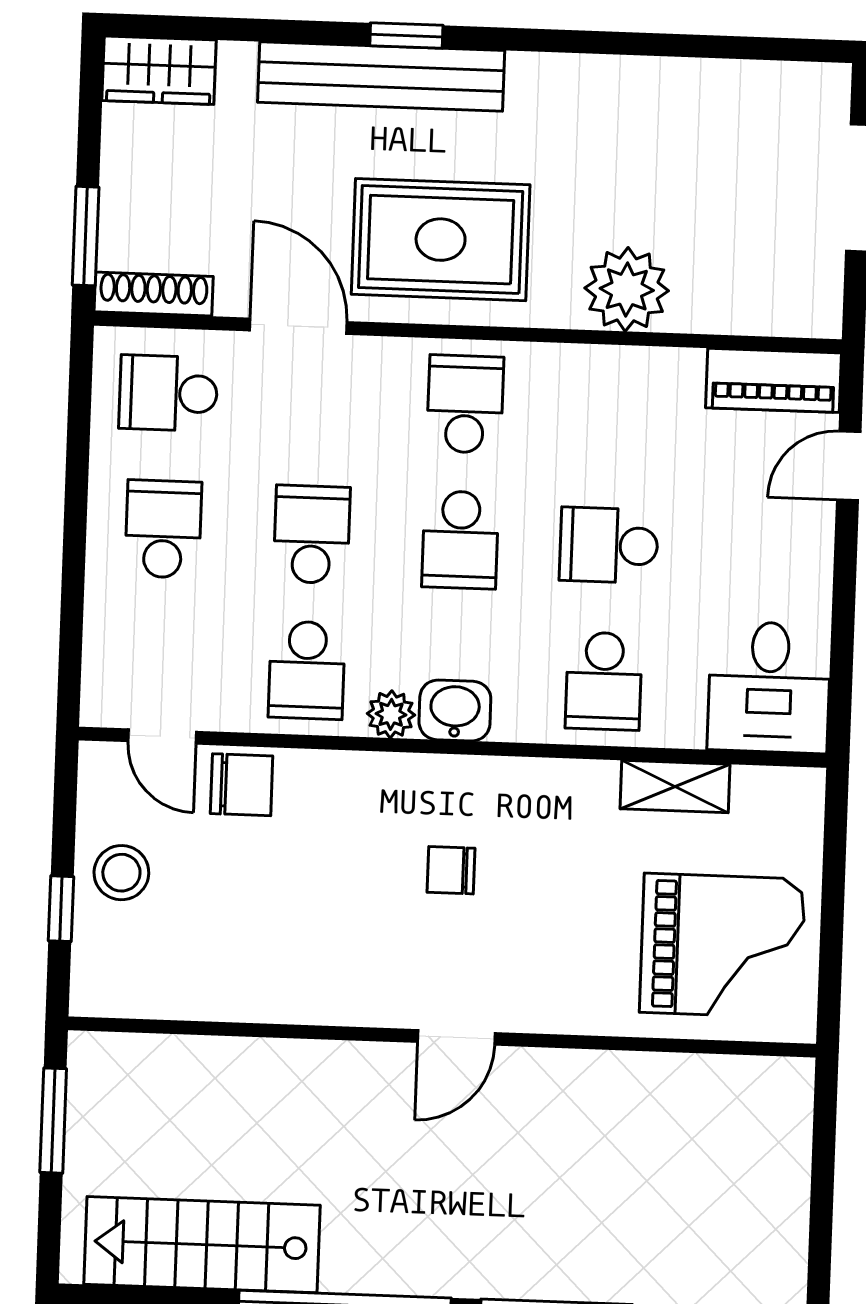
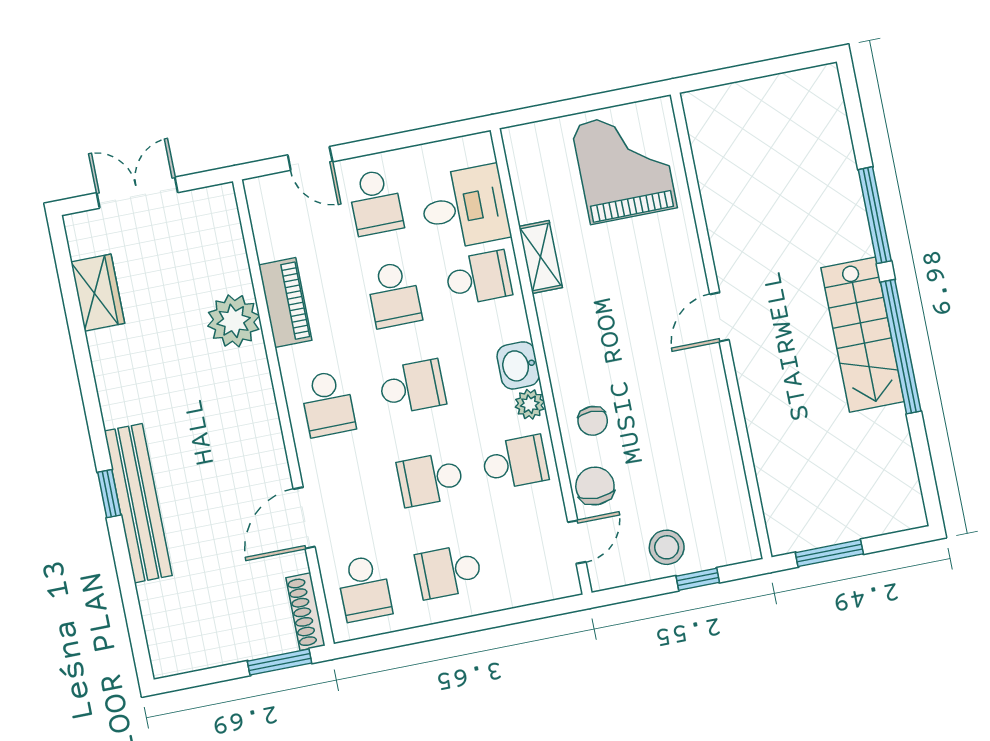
wardrobe: (159, 70) -> (98, 293), moved
rug: (441, 240) -> (230, 443), removed
piano: (774, 380) -> (285, 303), moved
school desk: (465, 404) -> (328, 404), turned -90
school desk: (757, 551) -> (376, 202), added
desk: (769, 687) -> (464, 208), moved
shelving: (675, 787) -> (541, 257), moved
chair: (451, 870) -> (593, 421), moved
door: (456, 1037) -> (719, 317), swing flipped
stairs: (202, 1245) -> (863, 335), moved

